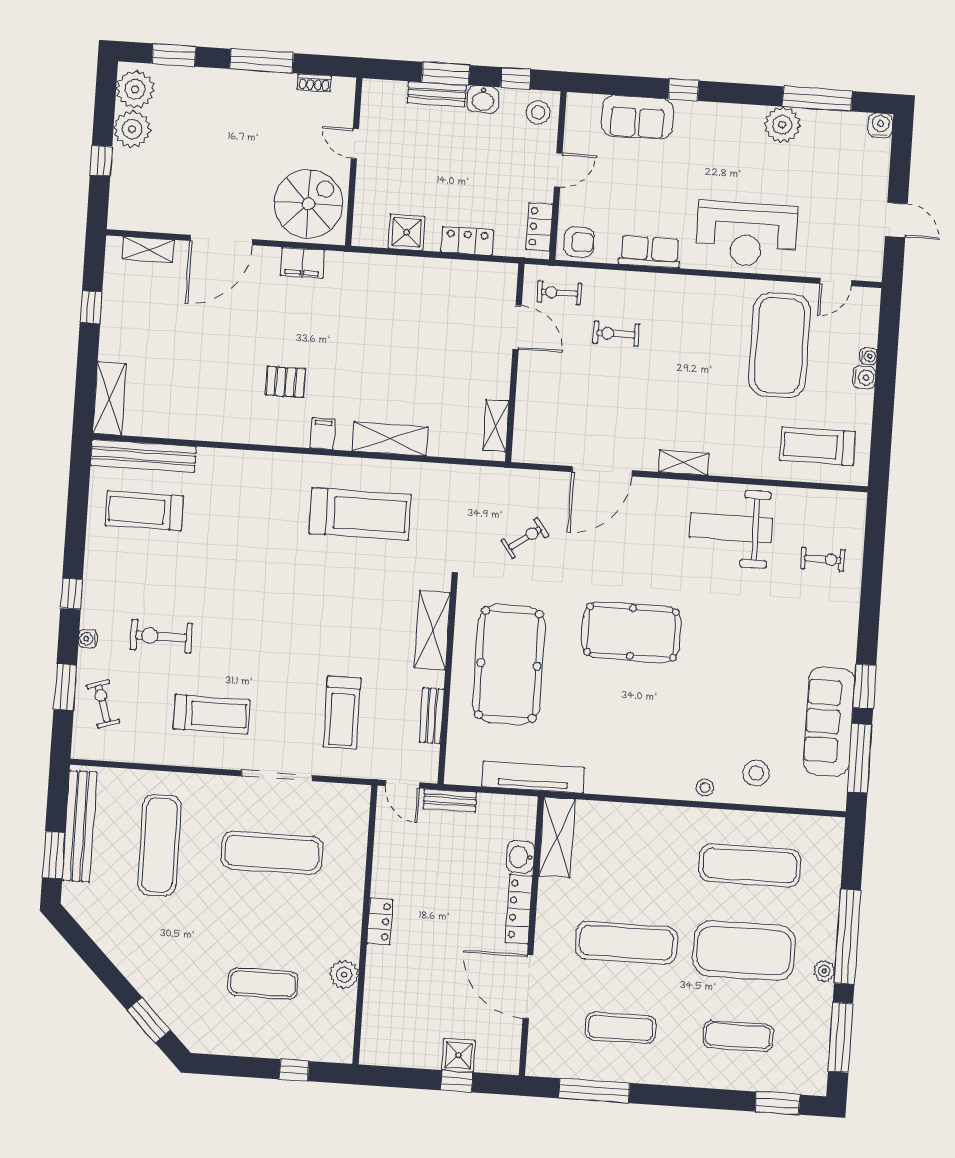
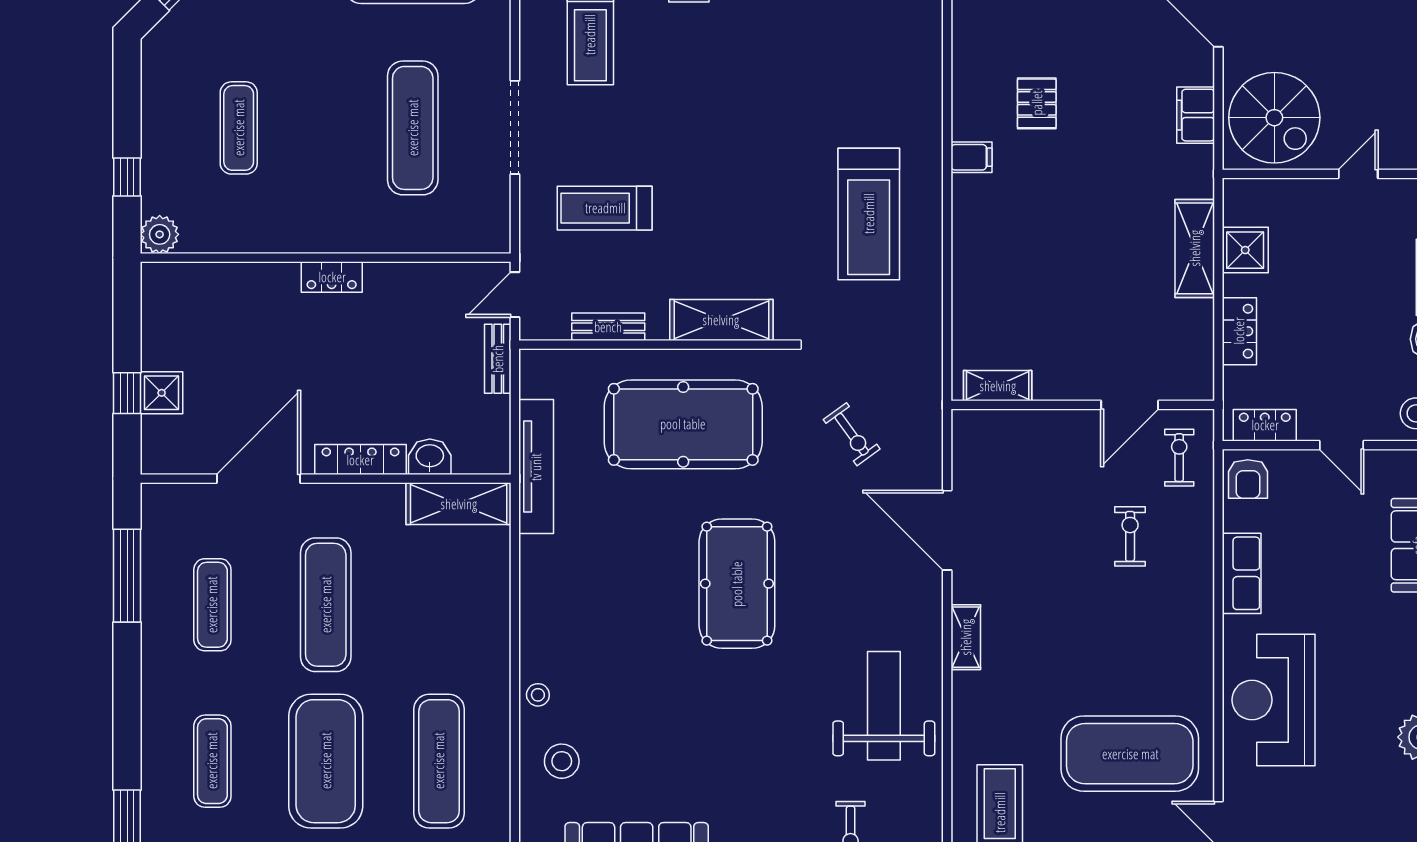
shelving: (390, 439) -> (1195, 248), moved
plant: (344, 975) -> (160, 234), moved

